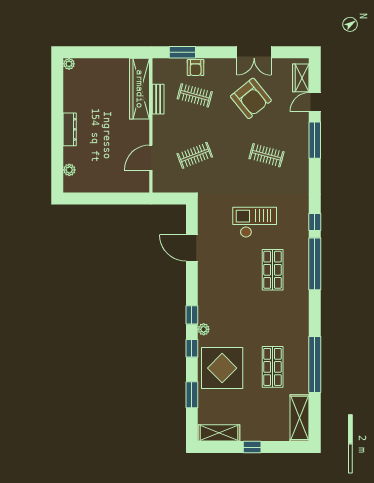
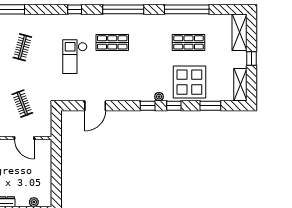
window: (315, 264) -> (123, 9), moved
shelving: (300, 418) -> (240, 32), moved, turned 90

